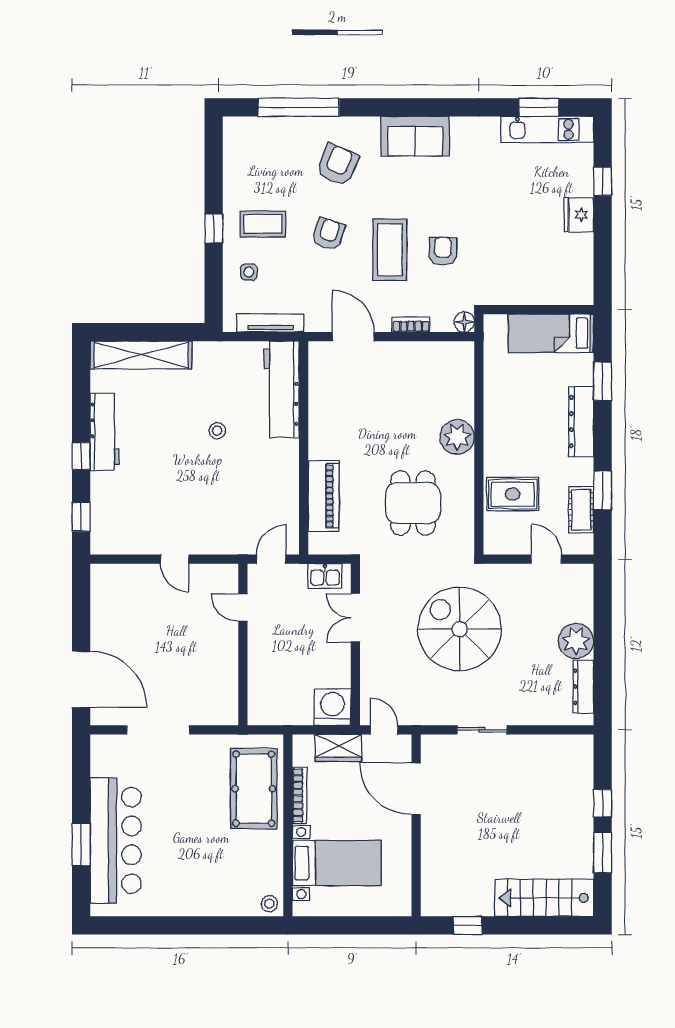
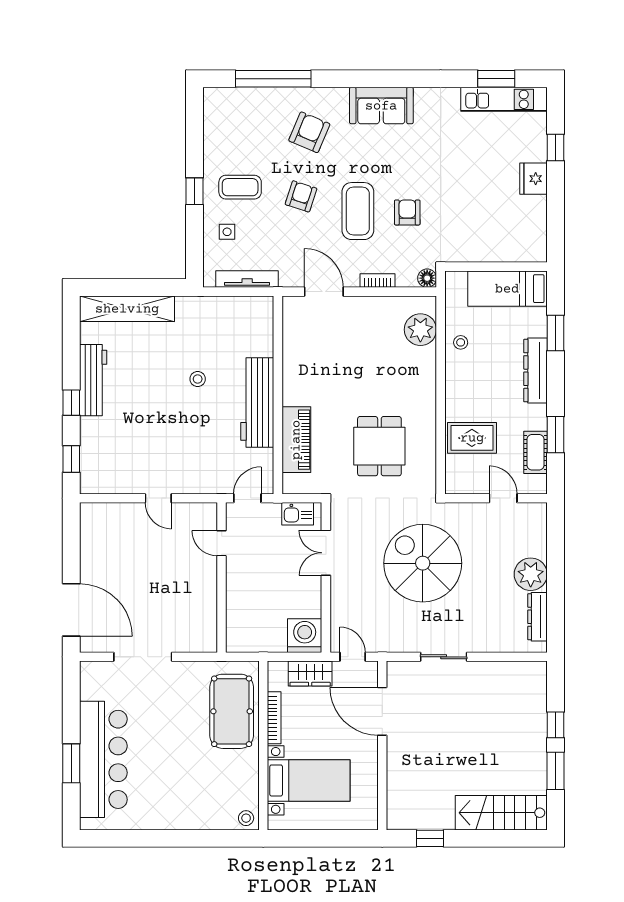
workbench: (282, 389) -> (257, 403), moved
stool: (500, 391) -> (461, 342), added
plant: (457, 437) -> (420, 330), moved

